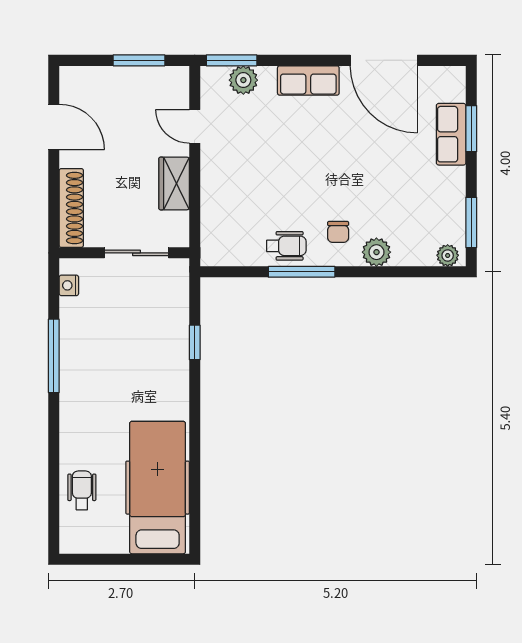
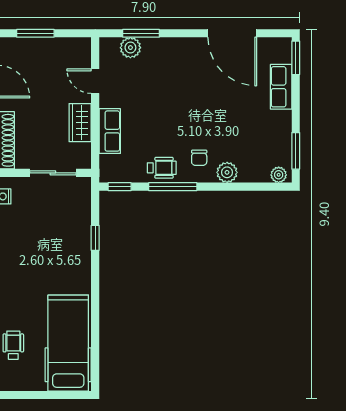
window: (139, 60) -> (35, 33), moved
window: (232, 60) -> (141, 33), moved
row of seats: (308, 80) -> (110, 131), moved, turned -90
window: (471, 129) -> (296, 58), moved
window: (228, 272) -> (120, 187), added

